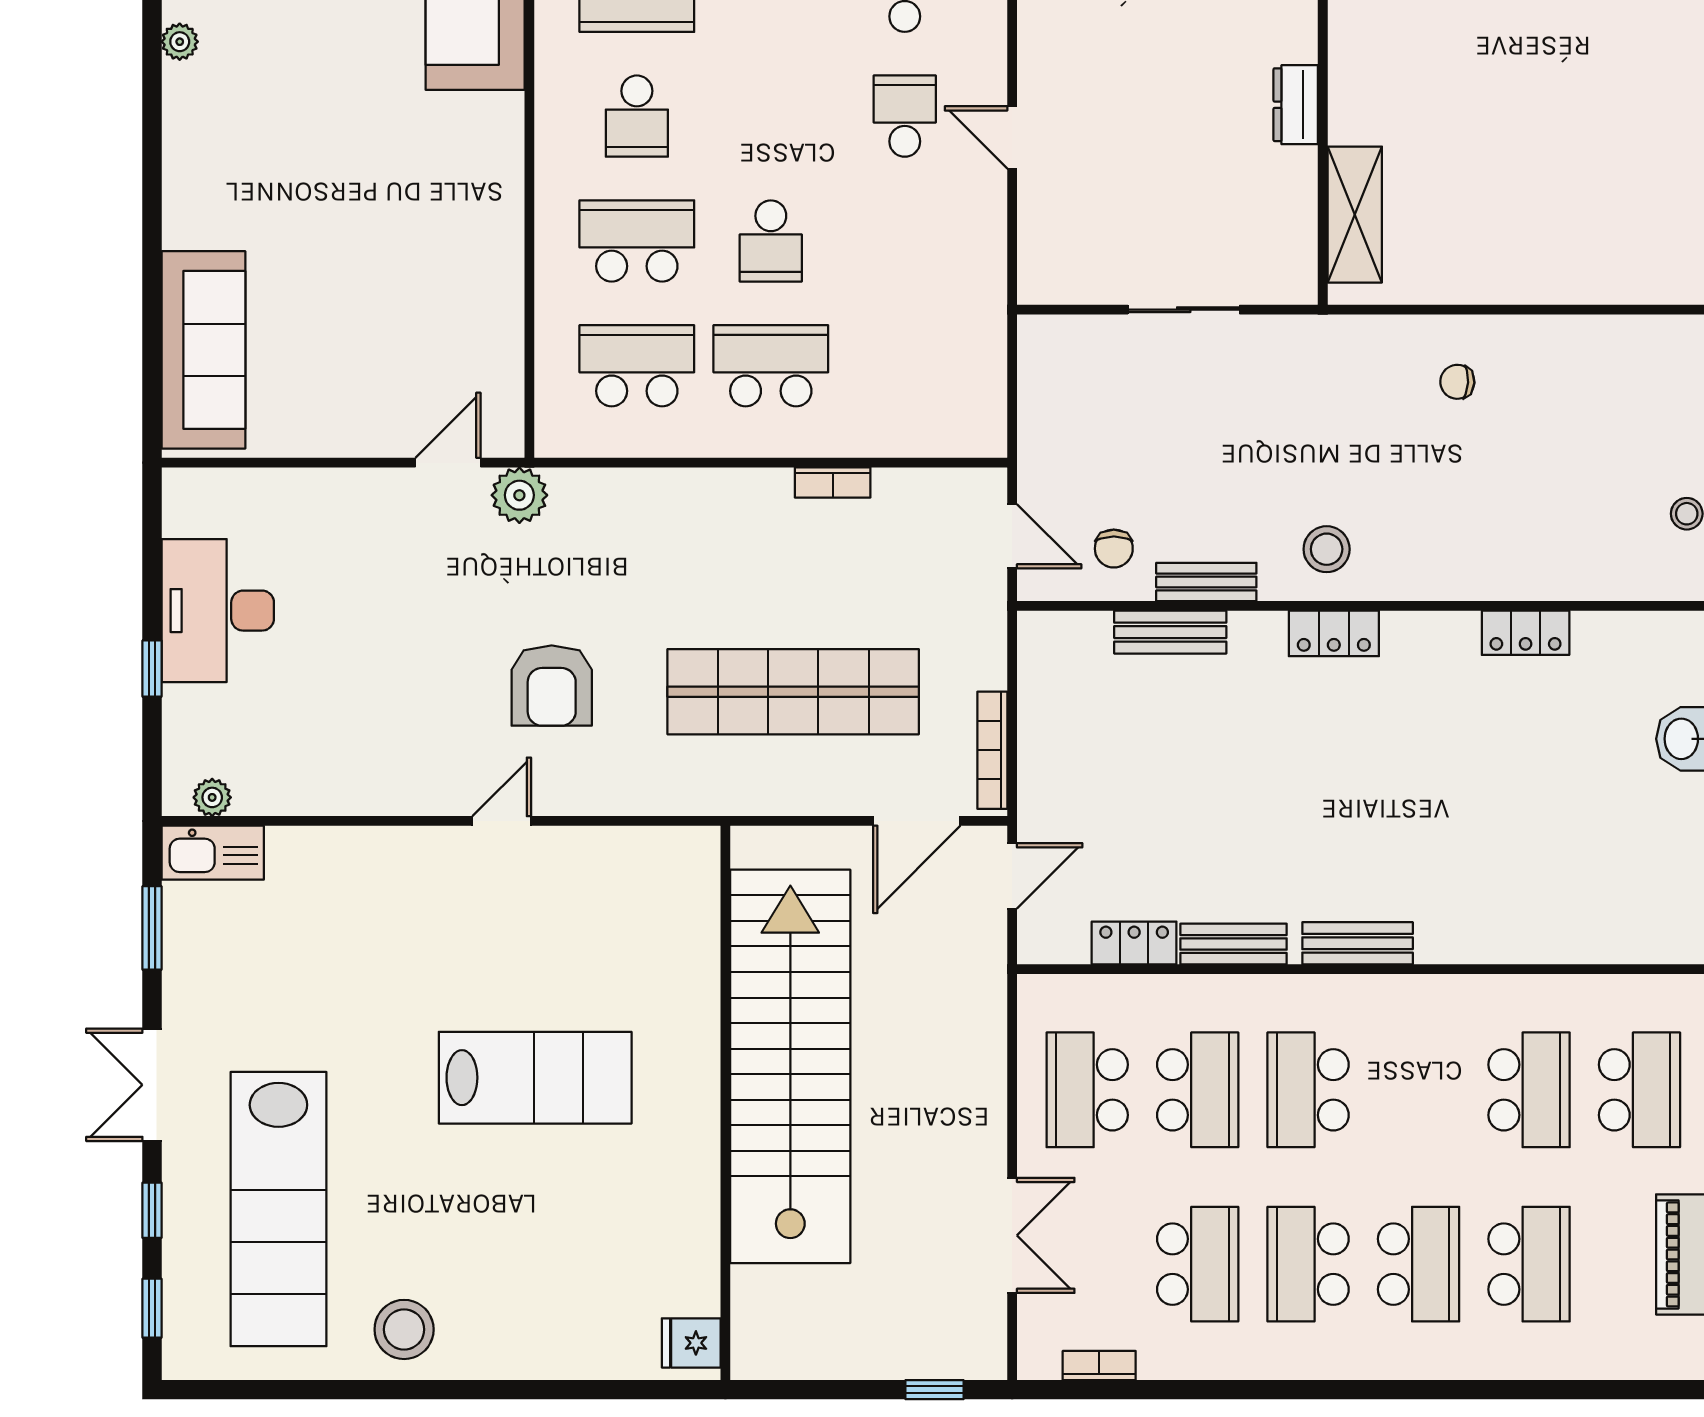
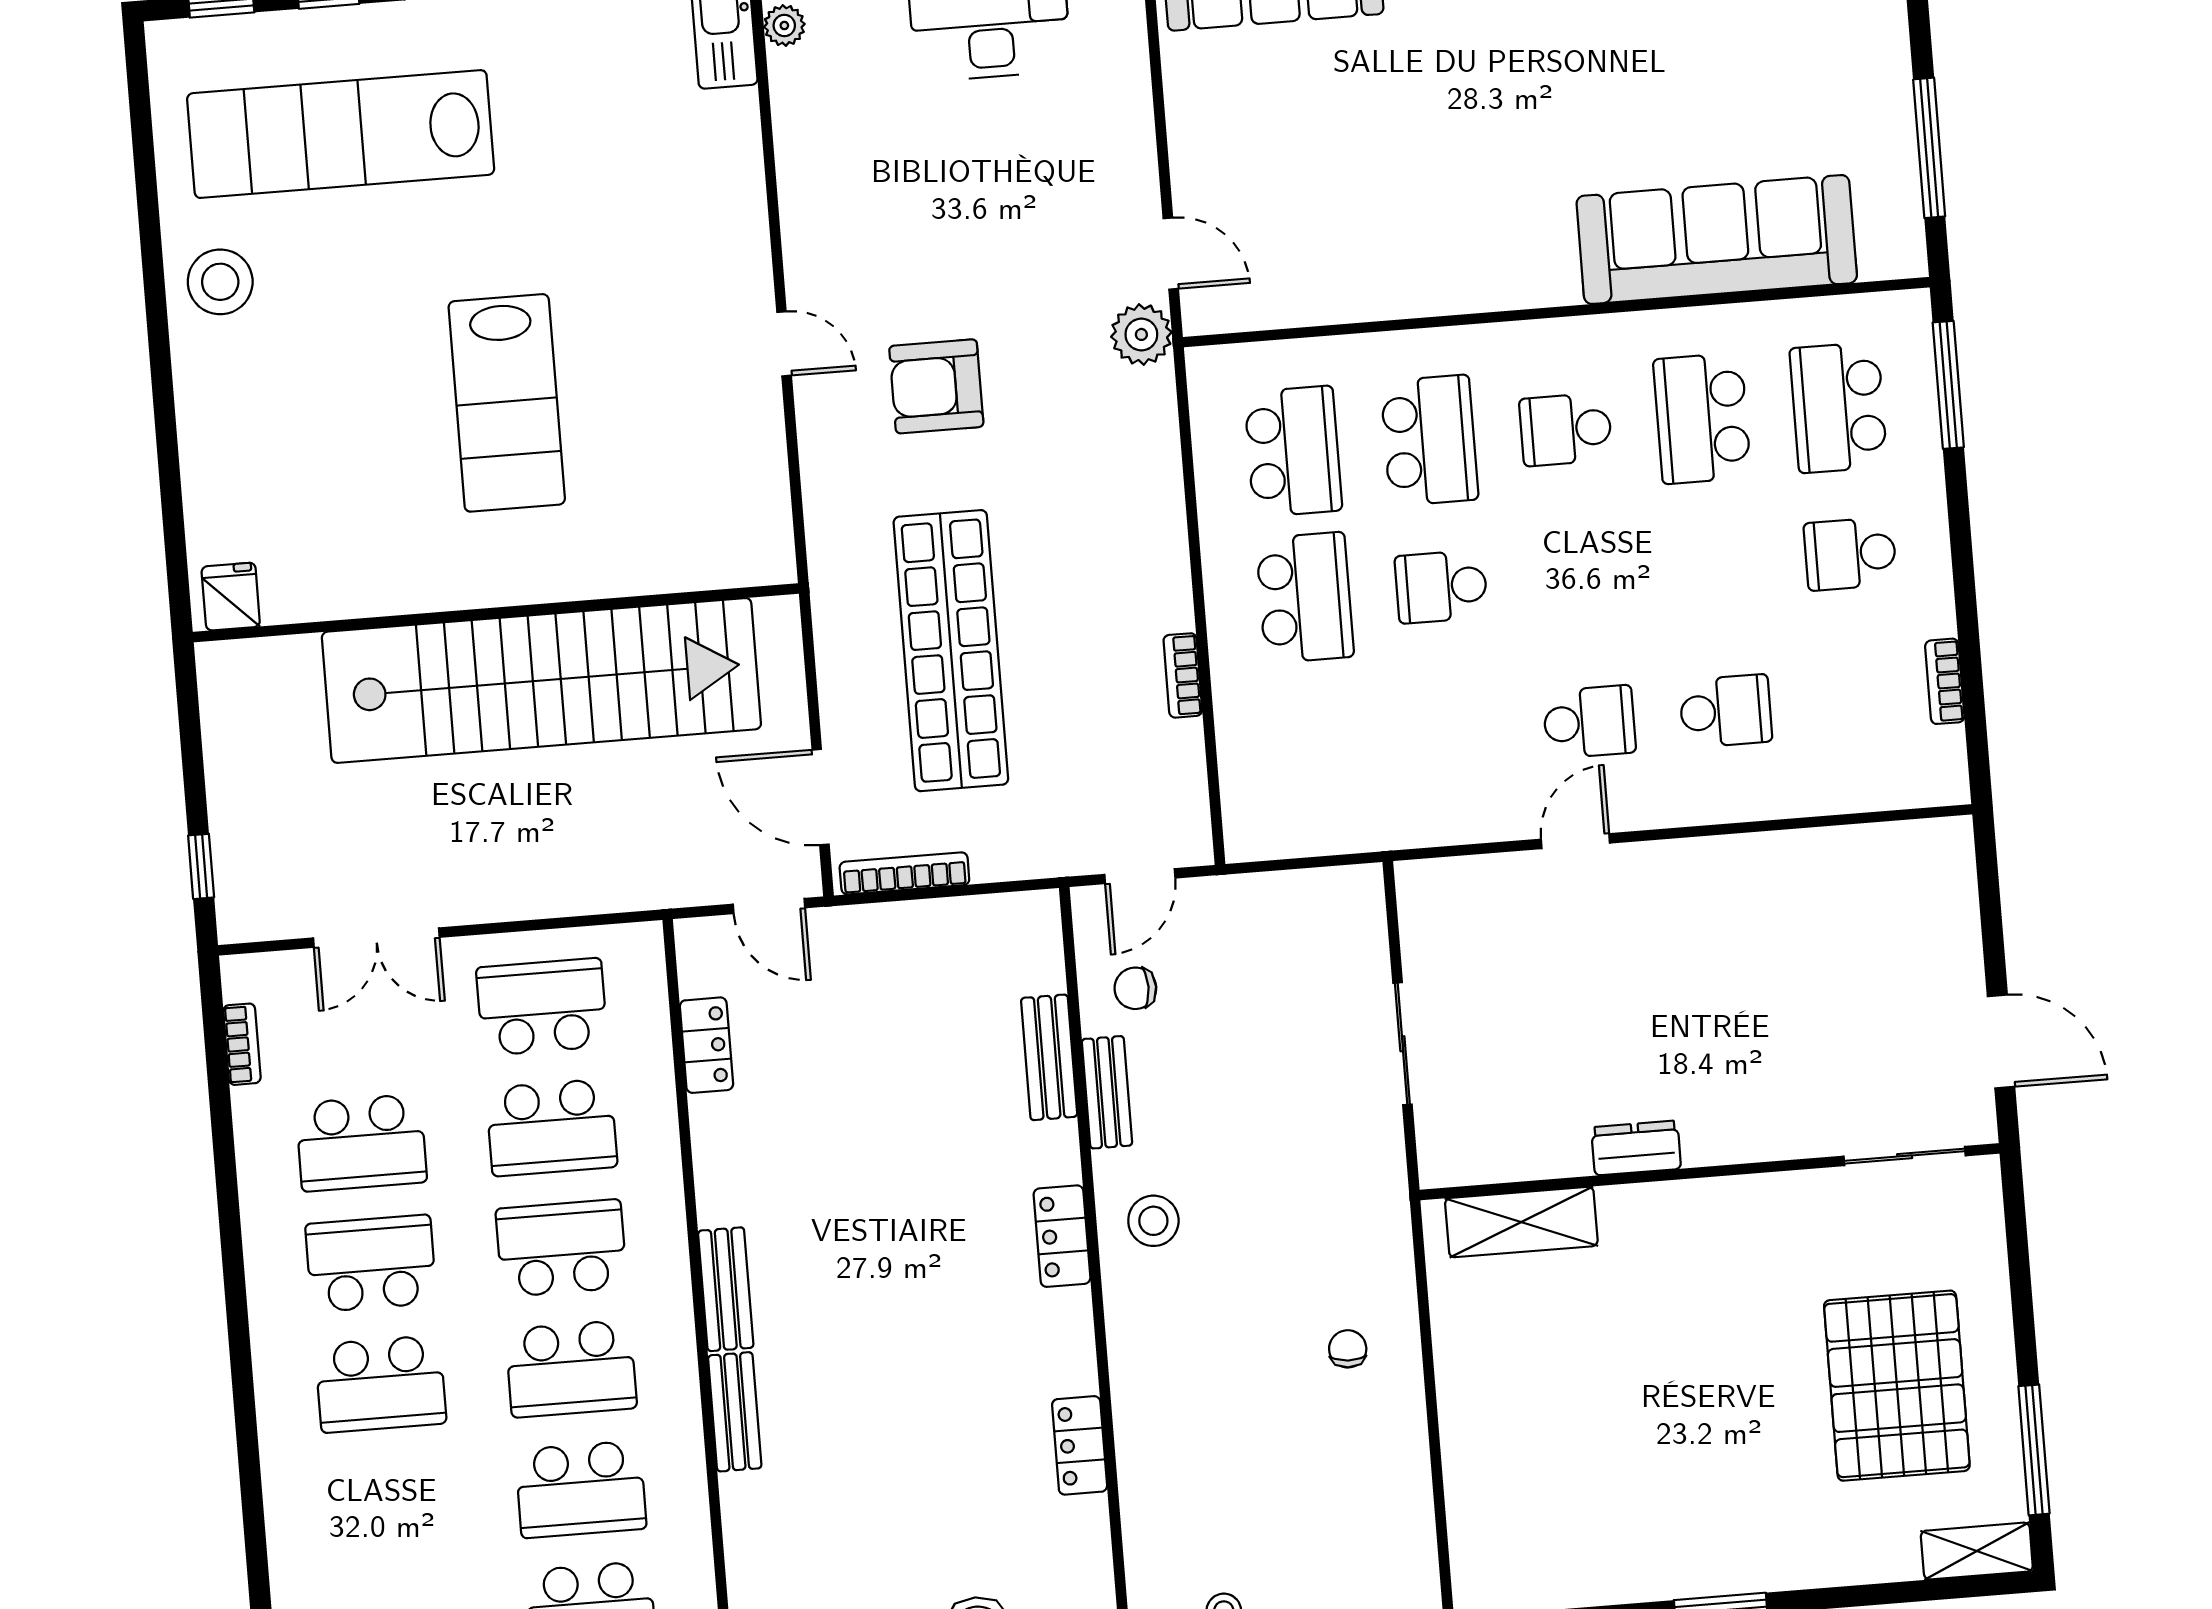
bench: (1233, 944) -> (735, 1412), moved
school desk: (1529, 1264) -> (571, 1369), moved

